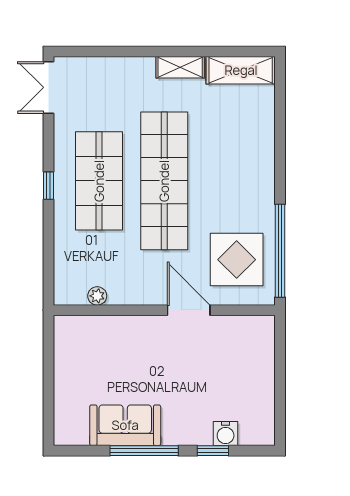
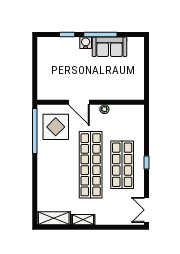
double door: (49, 87) -> (147, 210), swing flipped
plant: (97, 296) -> (104, 109), moved
water cooler: (226, 434) -> (86, 43), moved

